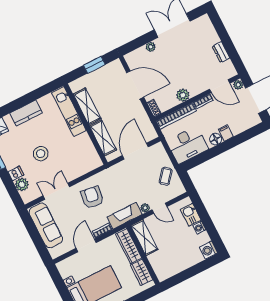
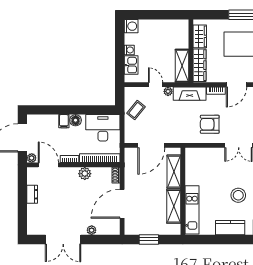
door: (135, 85) -> (122, 204), hinge flipped
stool: (41, 154) -> (238, 195), moved
armchair: (92, 197) -> (210, 124), turned 82

